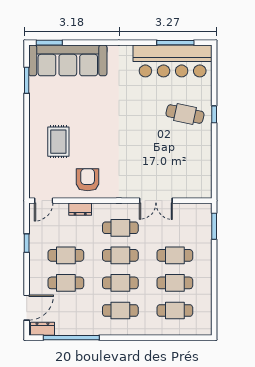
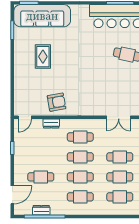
rug: (58, 142) -> (43, 57), moved
armchair: (88, 180) -> (57, 102), turned 80
double door: (156, 201) -> (119, 117), moved
cafe table: (66, 255) -> (41, 157), removed
dresser: (42, 329) -> (41, 210), moved

